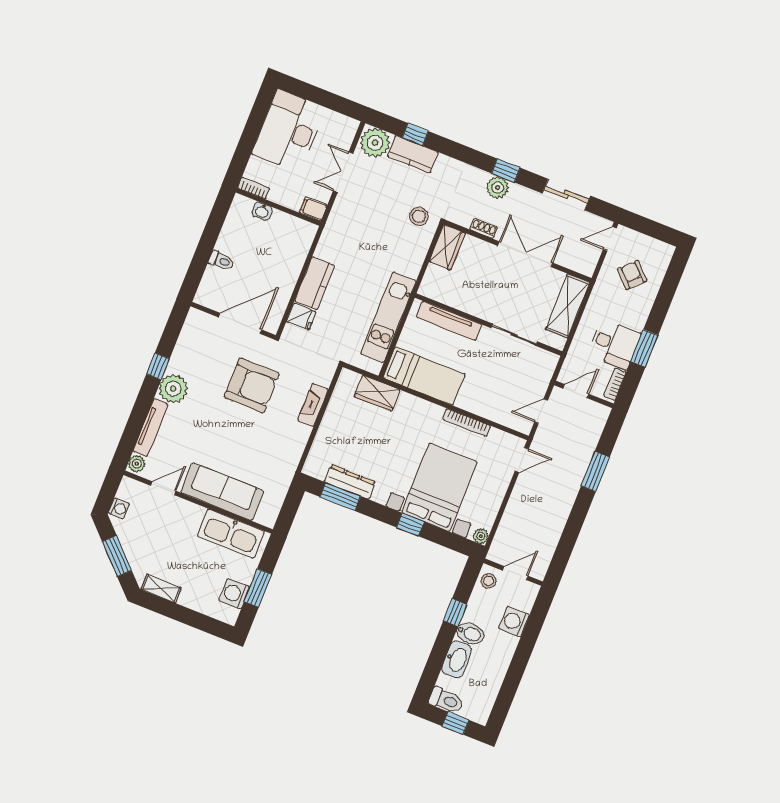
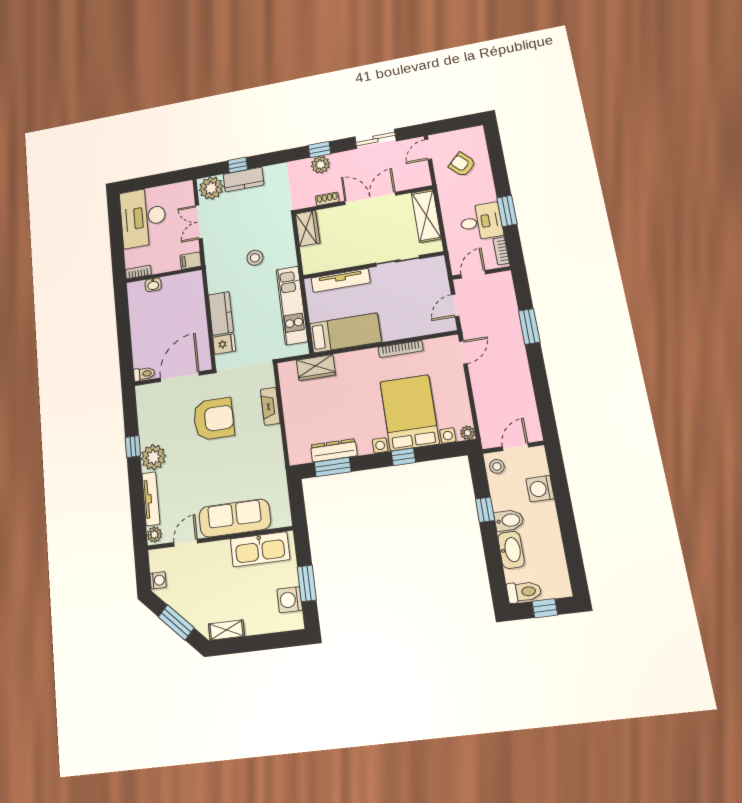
stool: (419, 216) -> (255, 258), moved
toilet: (221, 261) -> (144, 374), moved

